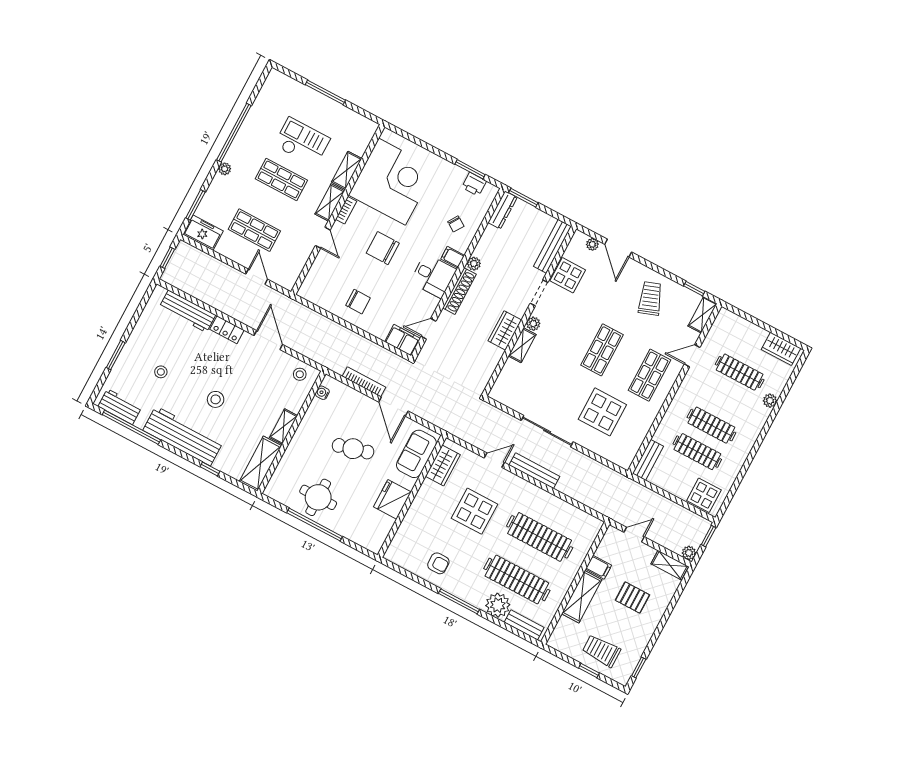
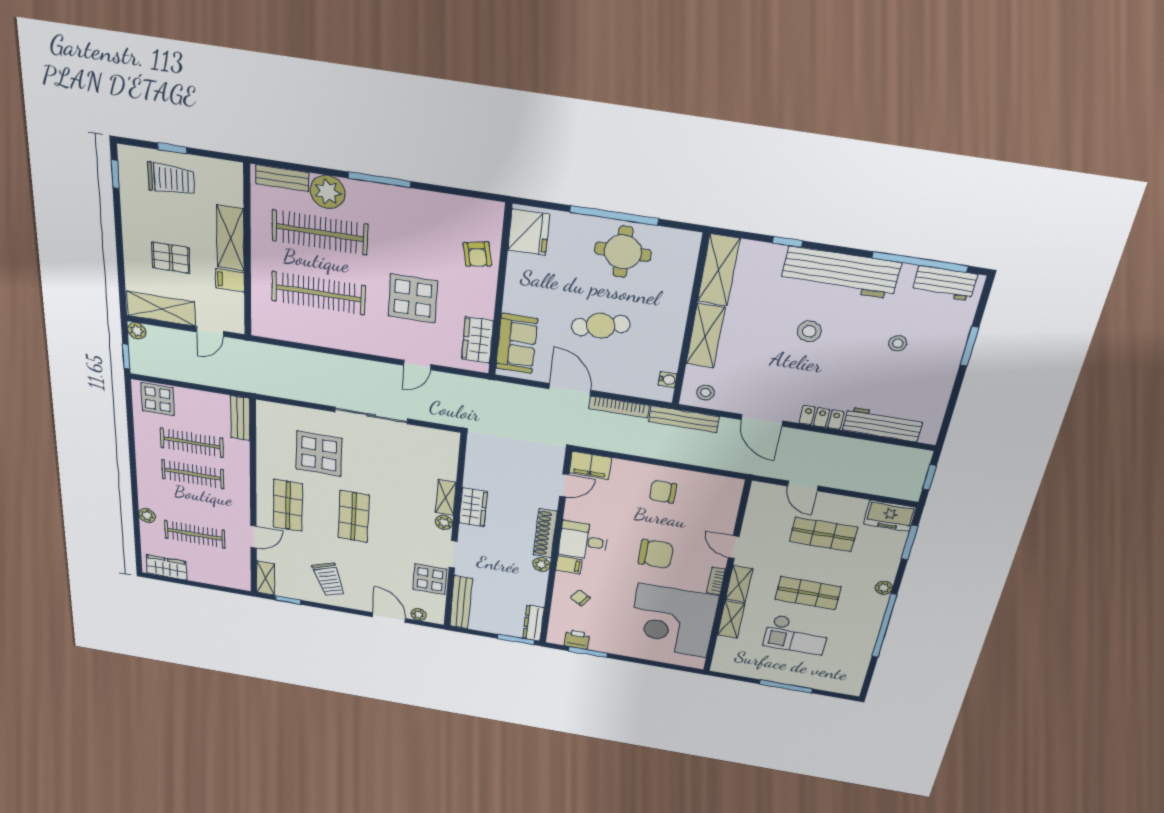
shelving: (283, 427) -> (705, 336), width x1.50, depth x1.33
bench: (534, 471) -> (684, 419), moved
fridge: (392, 499) -> (529, 232), moved
armchair: (438, 563) -> (477, 254), moved, turned -101
shelving: (670, 565) -> (161, 309), width x1.50, depth x1.33

